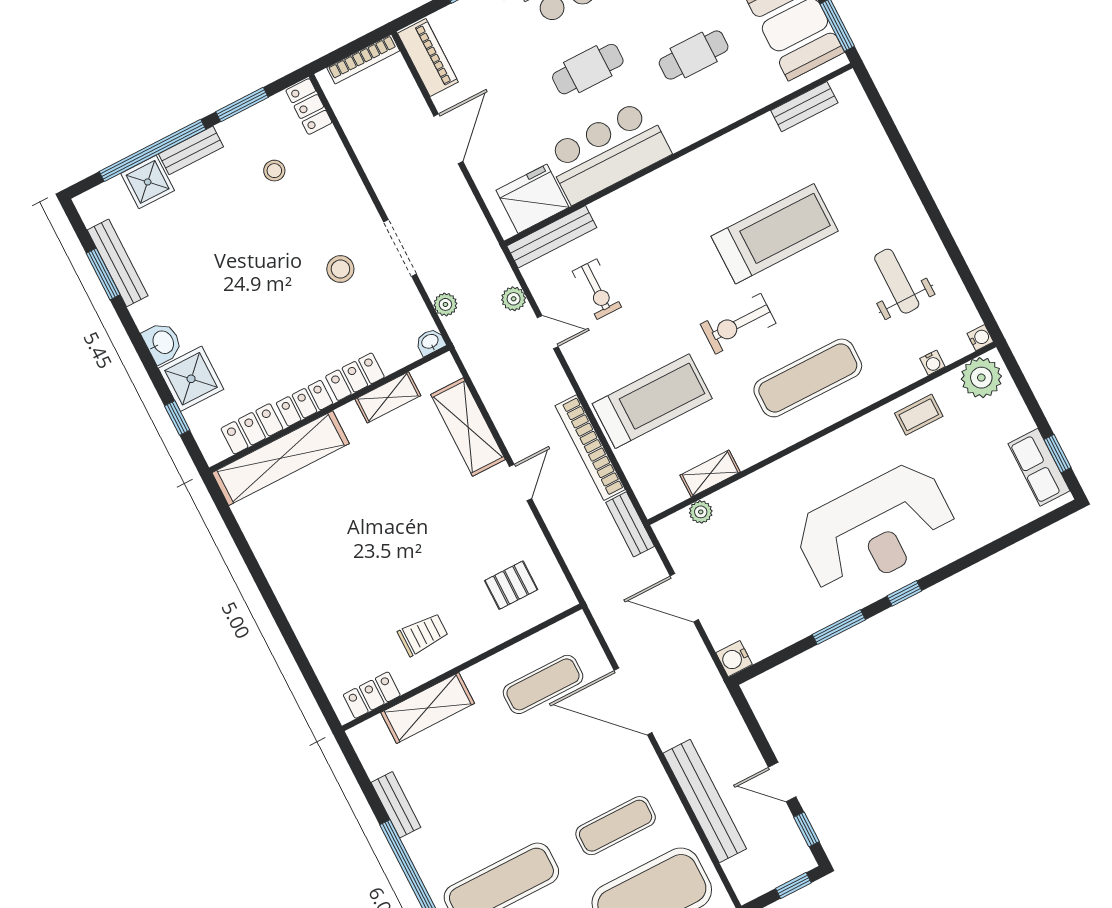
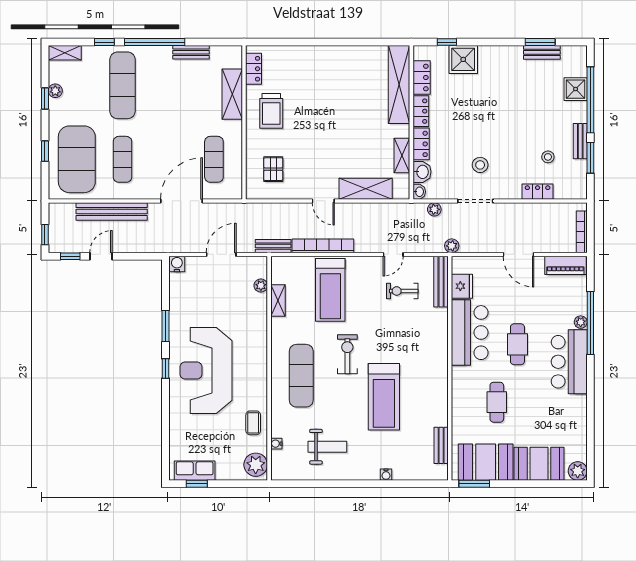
locker: (309, 107) -> (538, 192), moved
bench: (191, 150) -> (580, 141), moved
fridge: (533, 199) -> (462, 286), width x0.73, depth x0.75
bench: (118, 263) -> (542, 52), width x0.73
plant: (514, 299) -> (452, 246), moved
water cooler: (980, 338) -> (386, 475), moved
washbasin: (162, 343) -> (422, 172), moved, turned -90
trolley: (423, 634) -> (271, 111), width x1.36, depth x1.39

